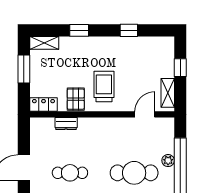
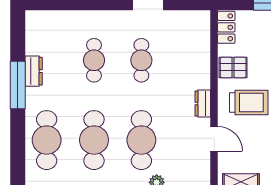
door: (145, 114) -> (214, 139), moved
dresser: (66, 124) -> (203, 104), moved

